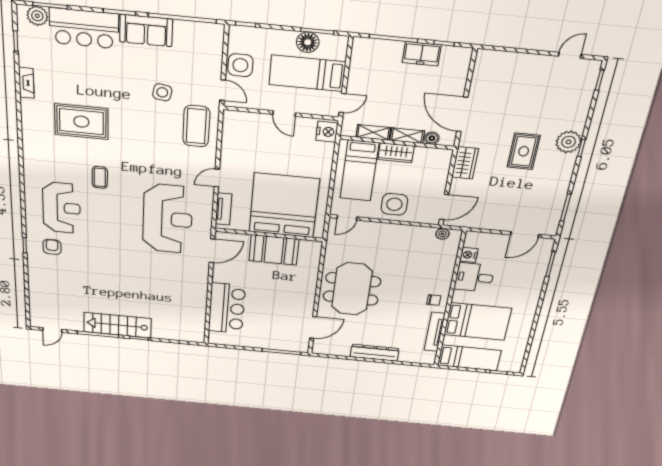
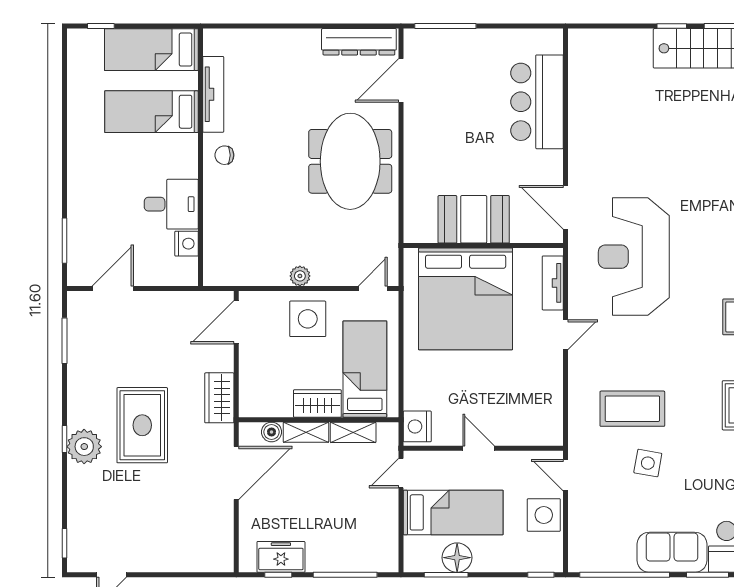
freezer: (422, 54) -> (281, 557), moved
door: (462, 114) -> (236, 473), hinge flipped
coffee table: (196, 126) -> (632, 409), moved, turned 90
rug: (524, 151) -> (142, 425), width x1.36, depth x1.43
plant: (442, 234) -> (300, 276), moved
door: (212, 251) -> (566, 207), hinge flipped
bed: (478, 322) -> (152, 112), width x0.67
dresser: (375, 353) -> (359, 42), moved

